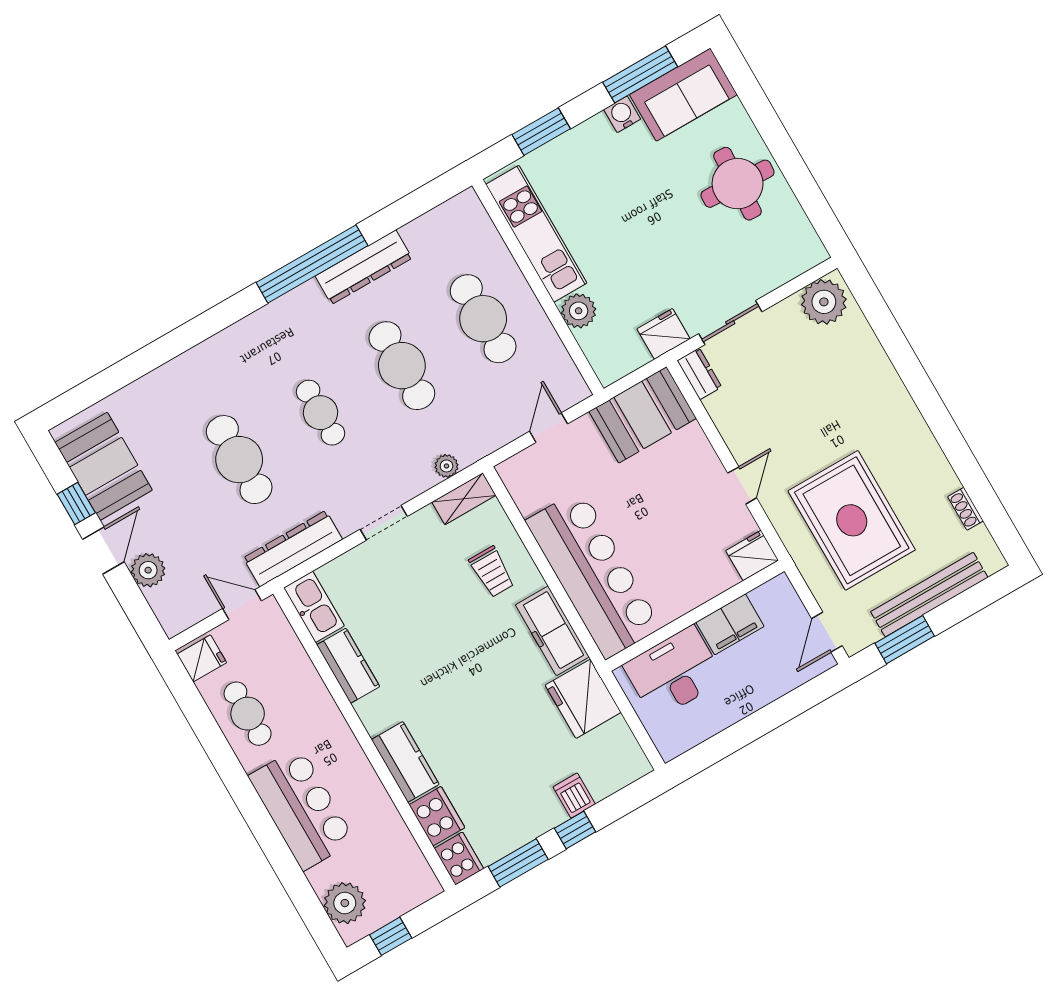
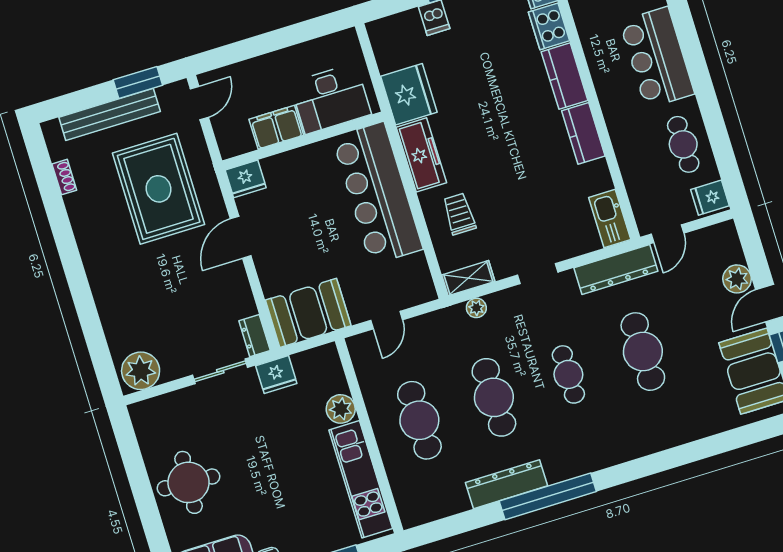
door: (742, 485) -> (241, 237), width x1.38
door: (242, 605) -> (667, 234), hinge flipped
kitchen counter: (348, 666) -> (583, 133), moved

